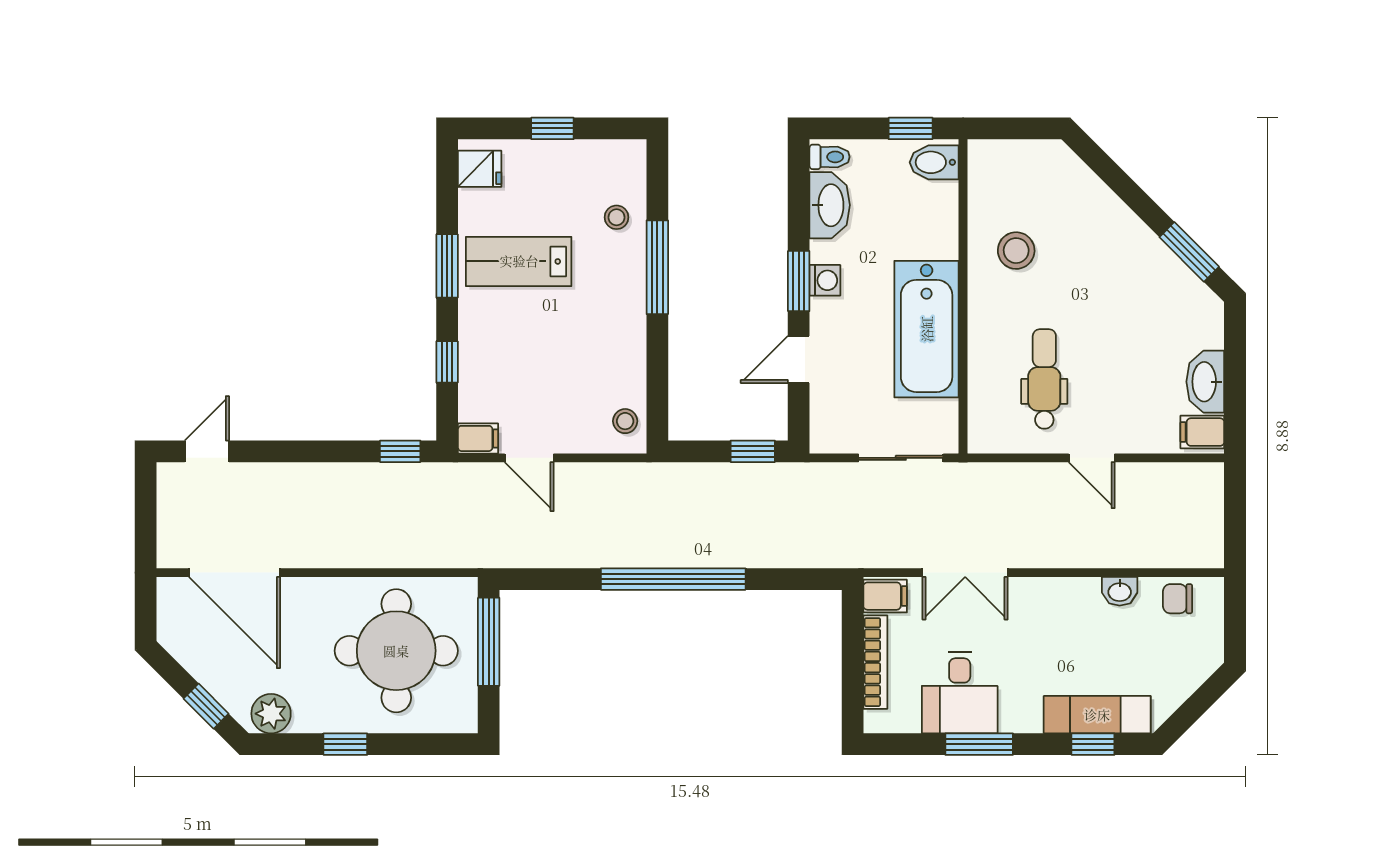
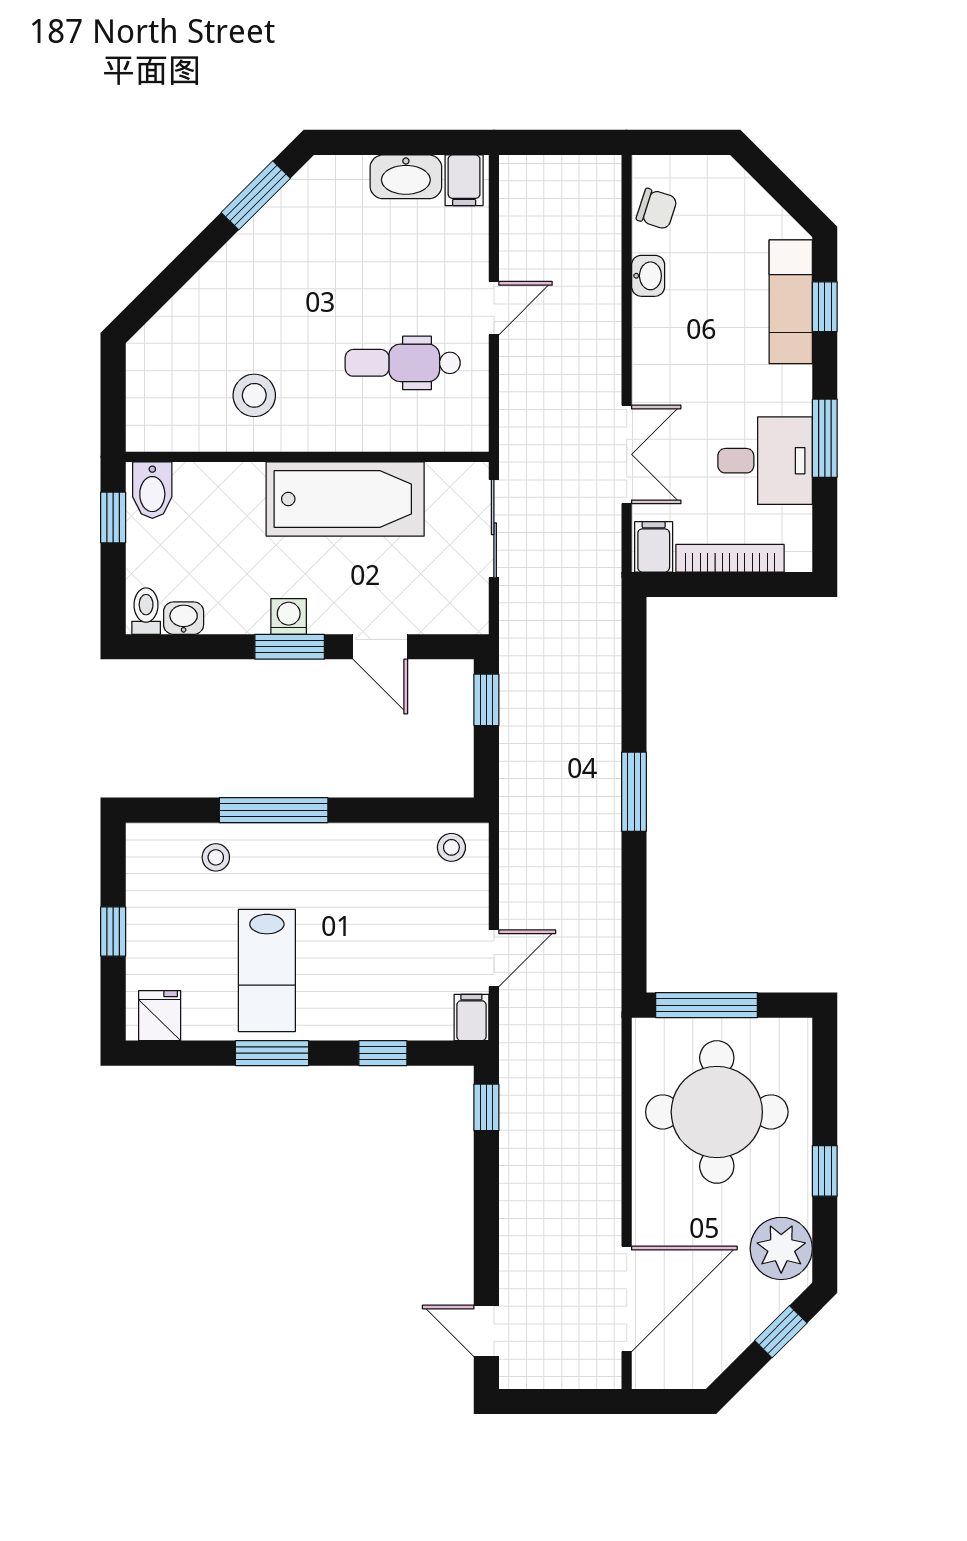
washbasin: (830, 205) -> (184, 618), width x0.52, depth x0.69
window: (673, 579) -> (634, 792), width x0.47
chair: (1178, 599) -> (657, 209), turned -72
plant: (271, 714) -> (781, 1248), width x1.36, depth x1.36

